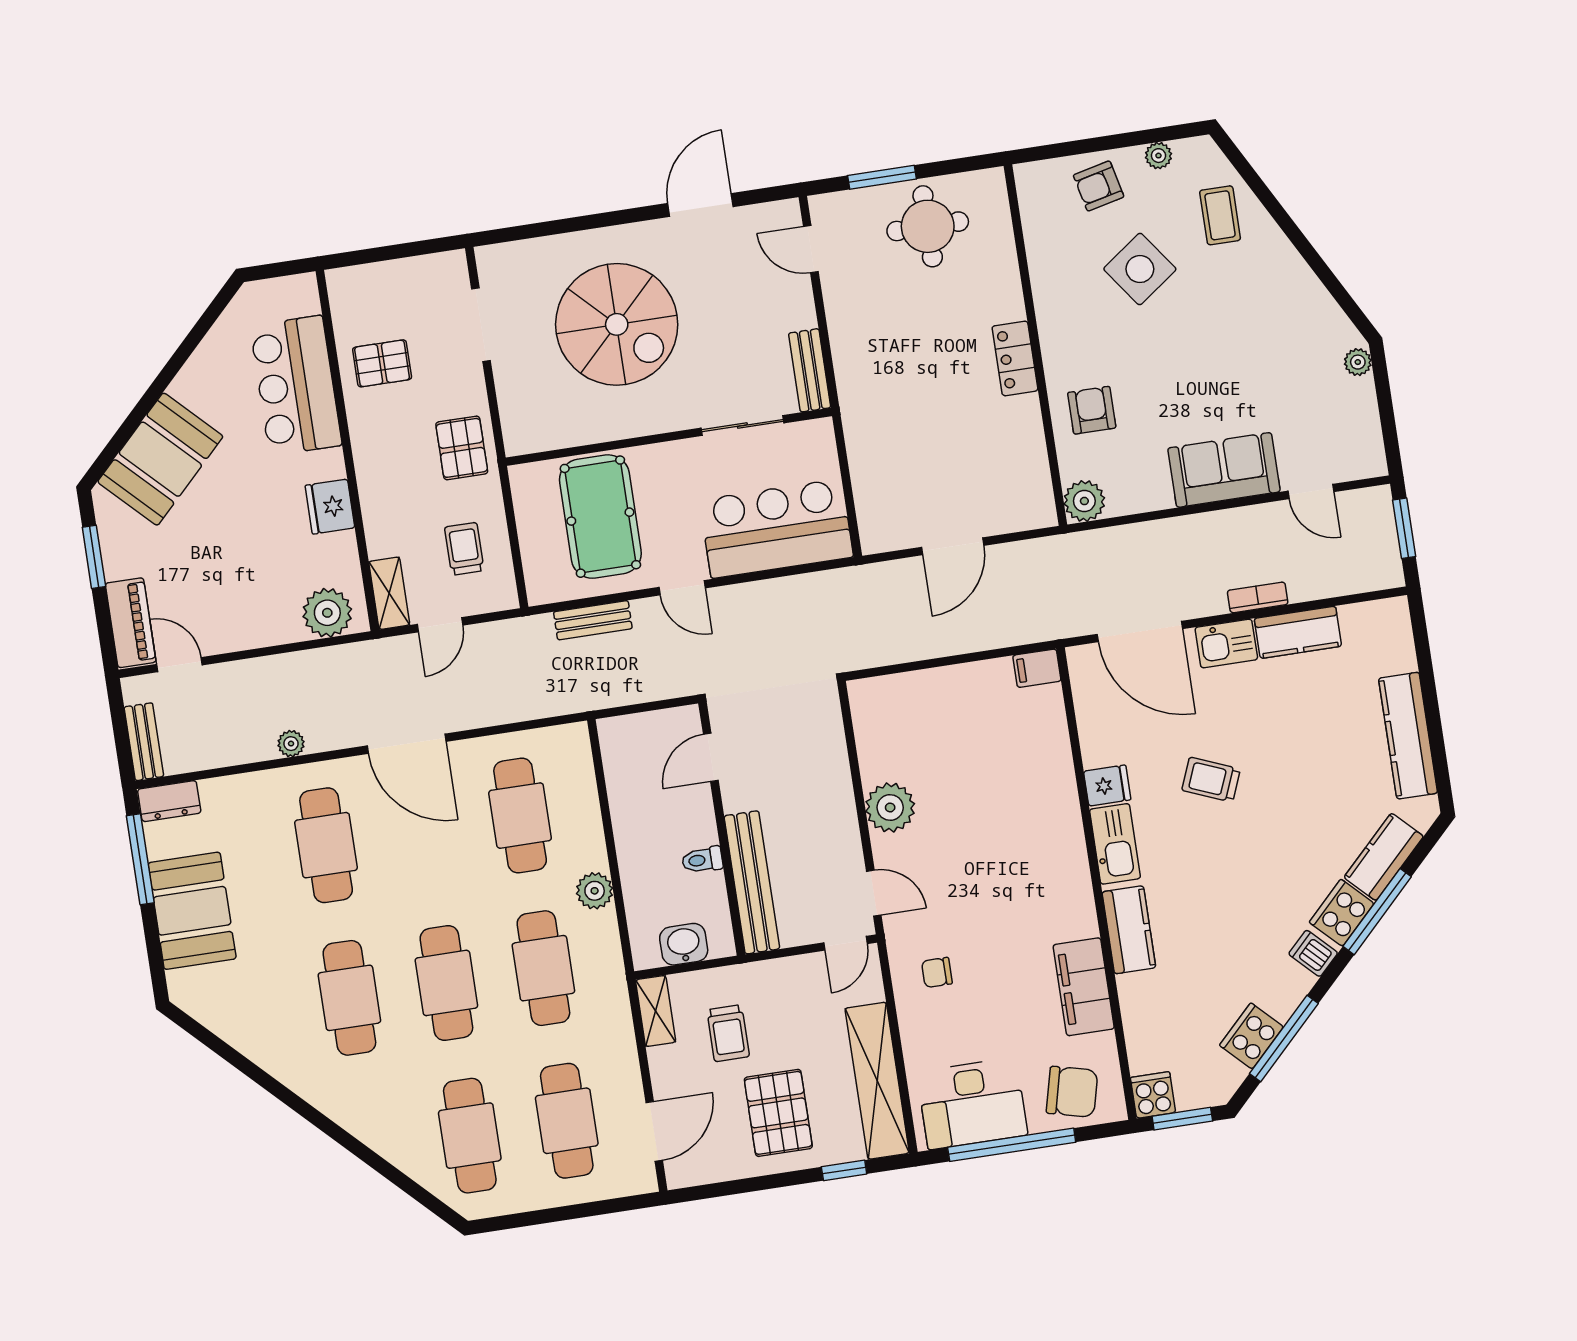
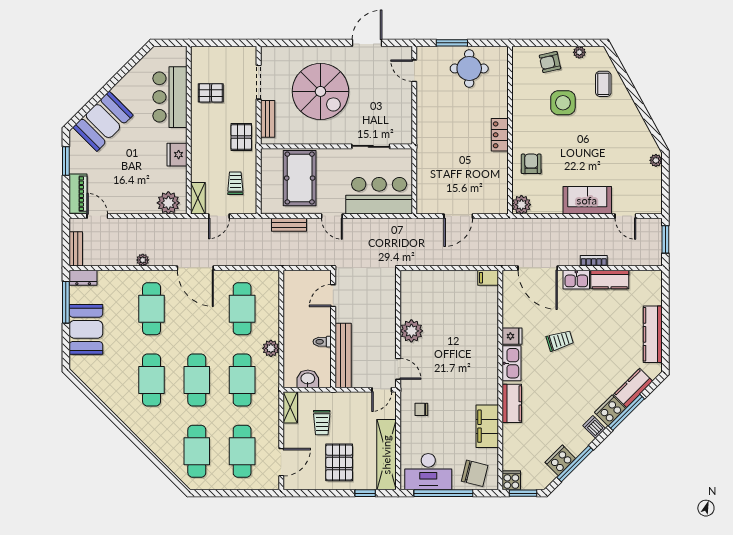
side table: (1140, 269) -> (563, 103), turned 36
bench: (810, 370) -> (268, 119), moved
trolley: (1211, 780) -> (560, 341), turned 141

